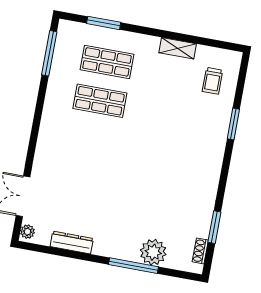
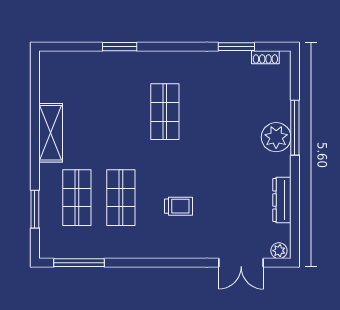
shelving: (178, 48) -> (51, 133), width x1.50, depth x1.33
trolley: (212, 81) -> (178, 206), moved
shop shelf: (169, 153) -> (165, 112), added
plant: (153, 252) -> (276, 137), moved

